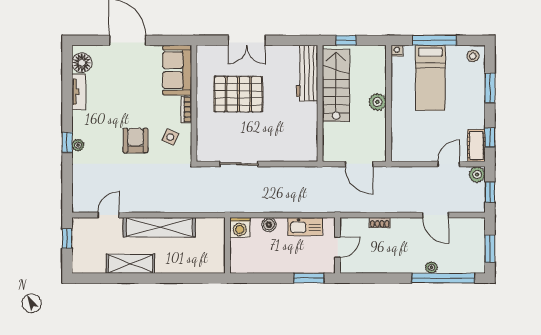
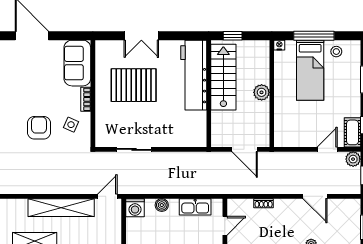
stool: (473, 56) -> (336, 52), moved
workbench: (307, 73) -> (194, 75), width x1.36, depth x1.32
door: (108, 215) -> (107, 196), moved

